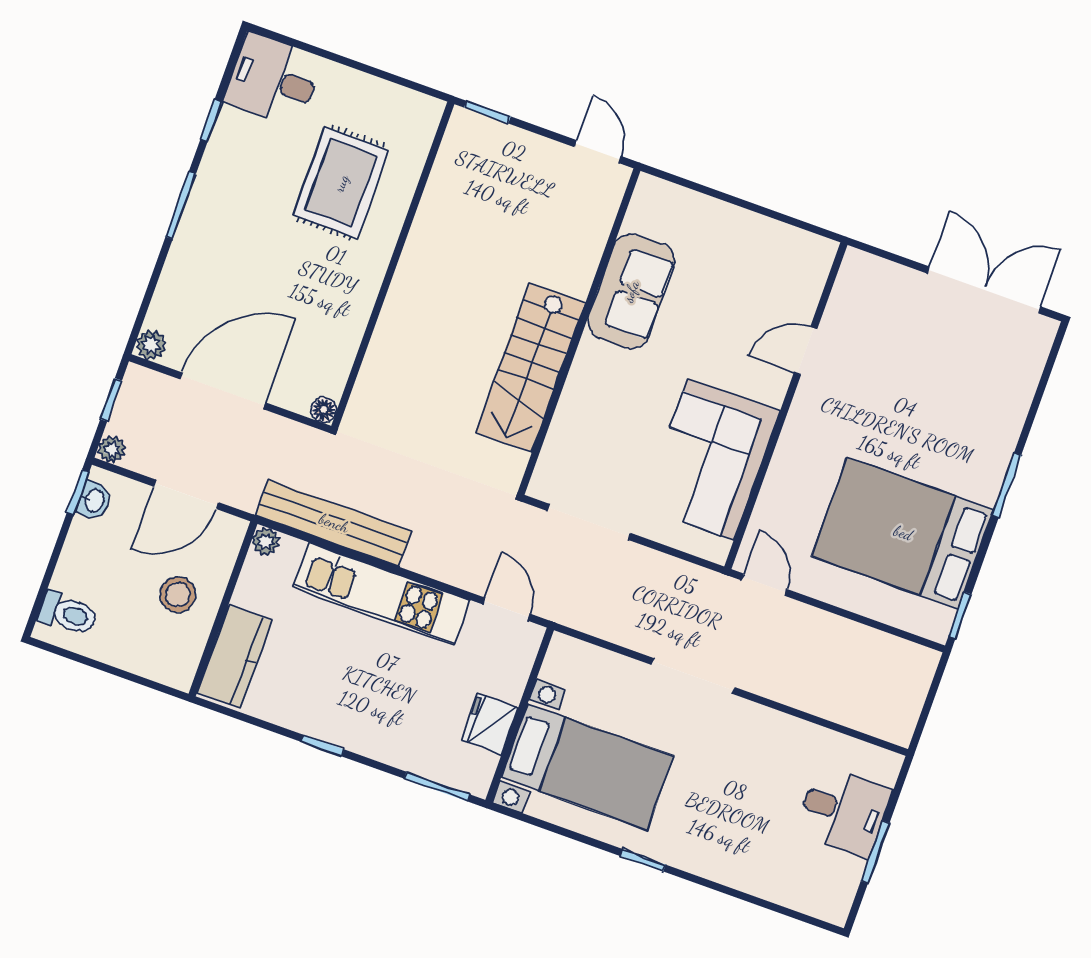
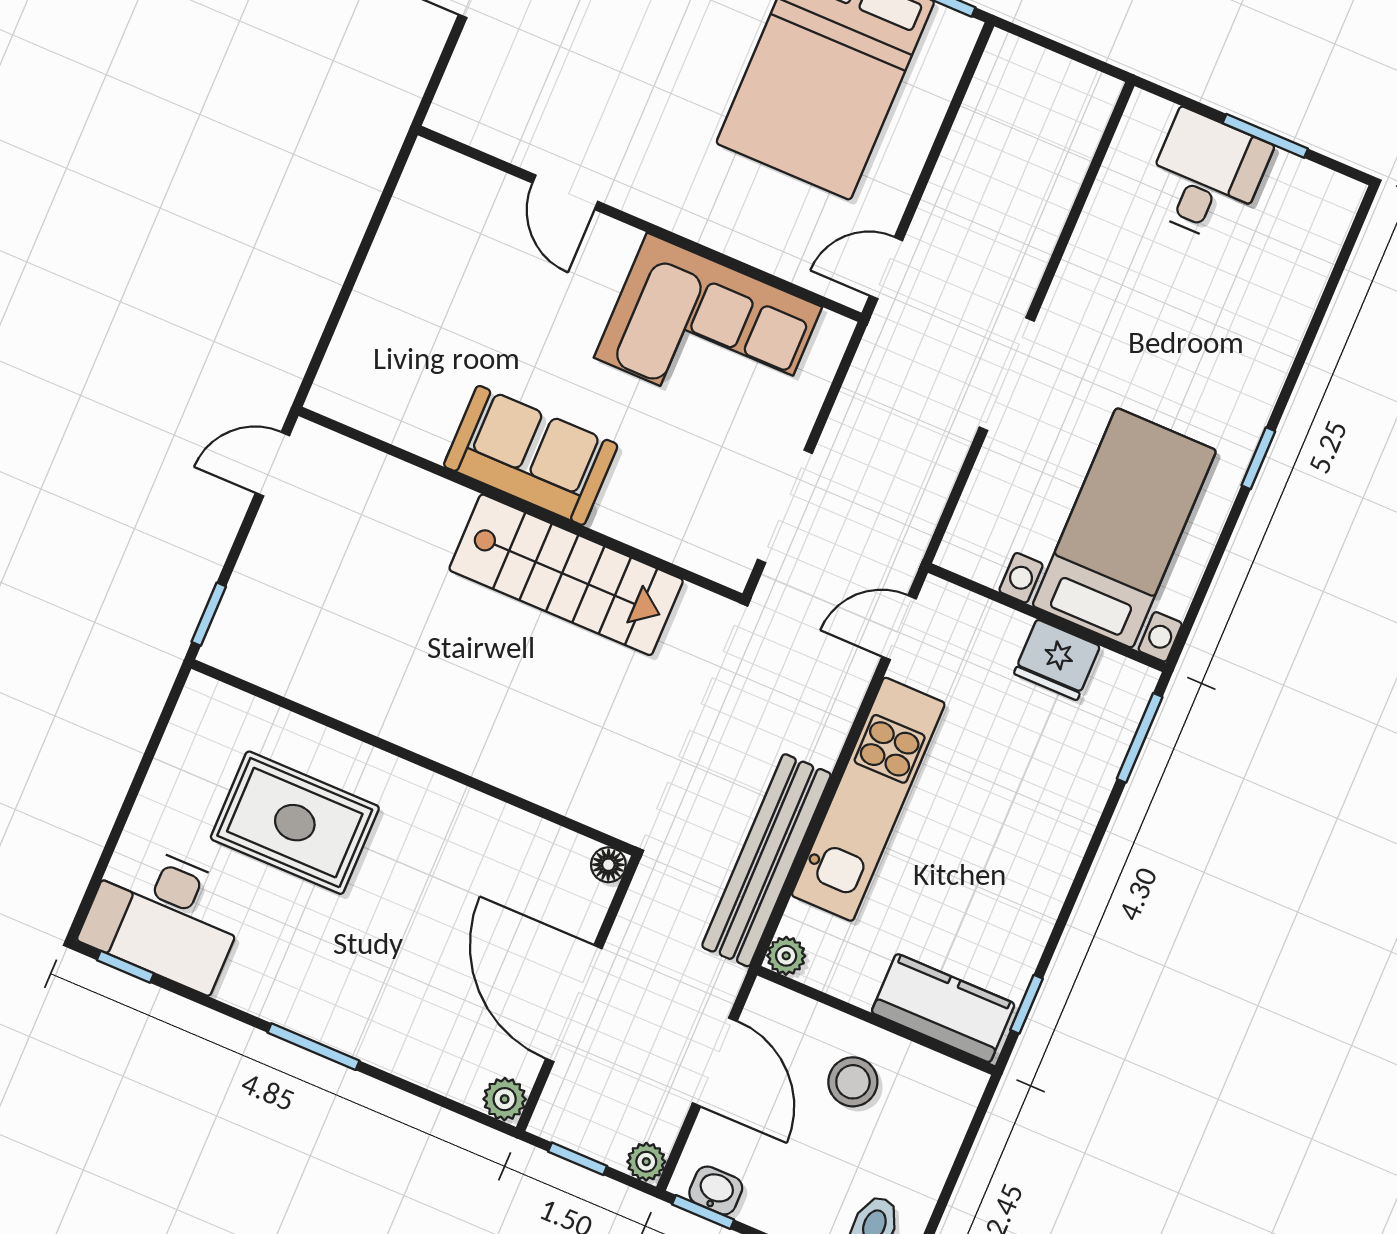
desk: (273, 80) -> (165, 916), width x1.37
window: (211, 120) -> (125, 967), moved
sofa: (631, 291) -> (531, 455), moved
window: (323, 746) -> (1027, 1004), moved

